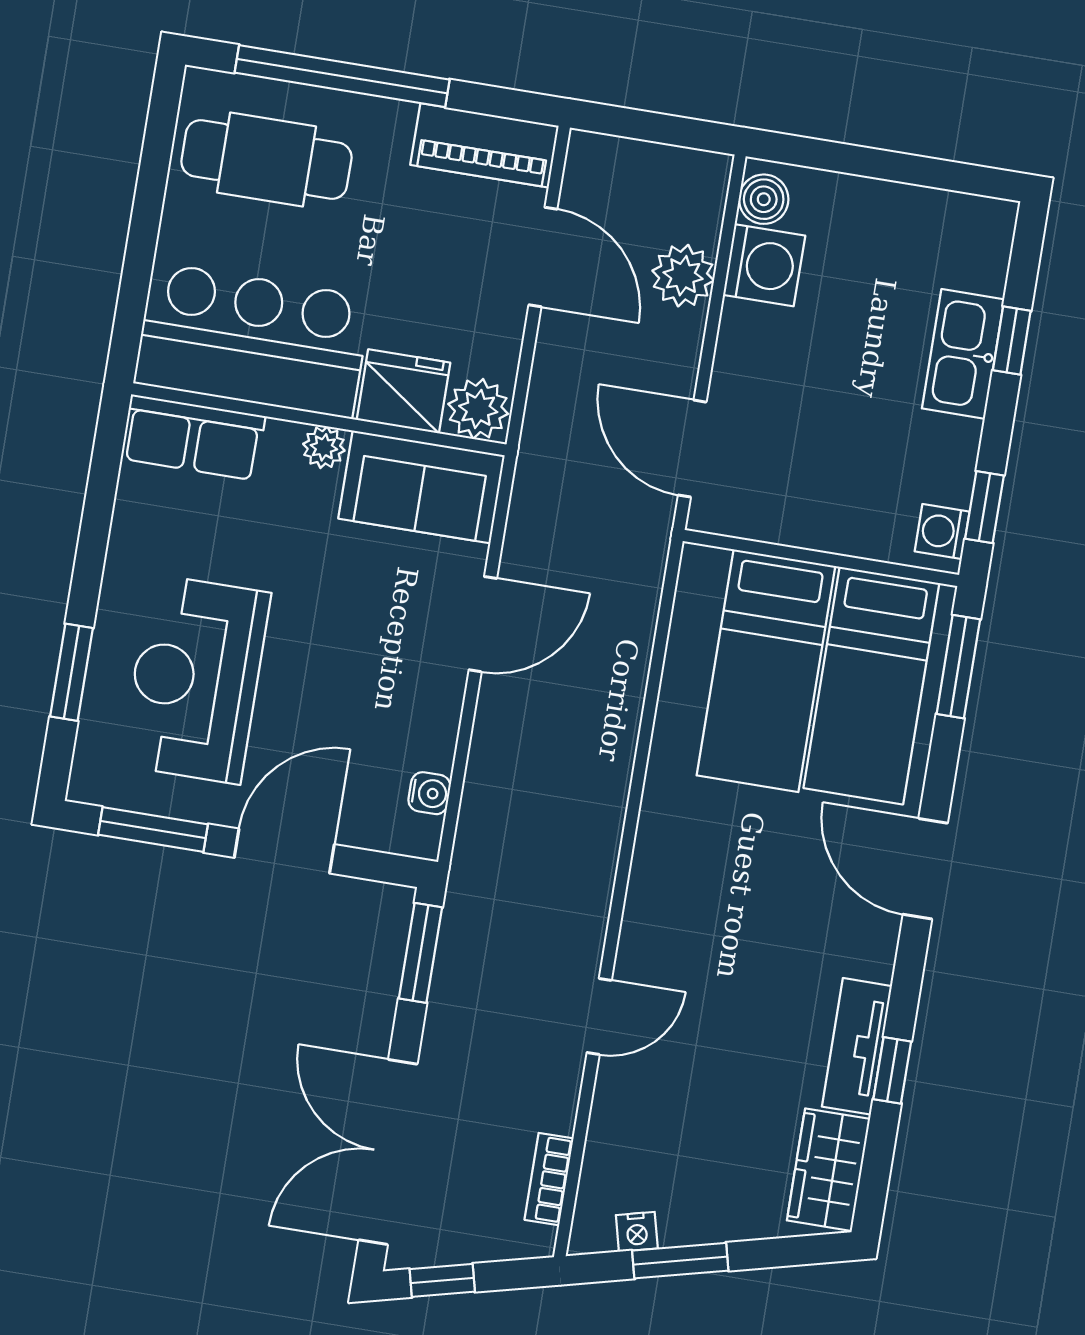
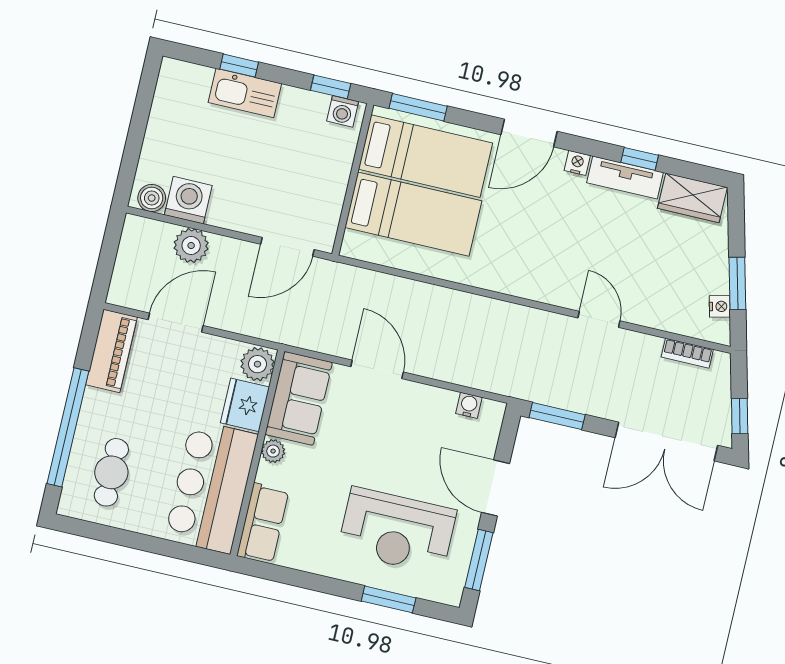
cafe table: (266, 159) -> (111, 472), width x0.73, depth x0.74
nightstand: (877, 959) -> (577, 163), added

